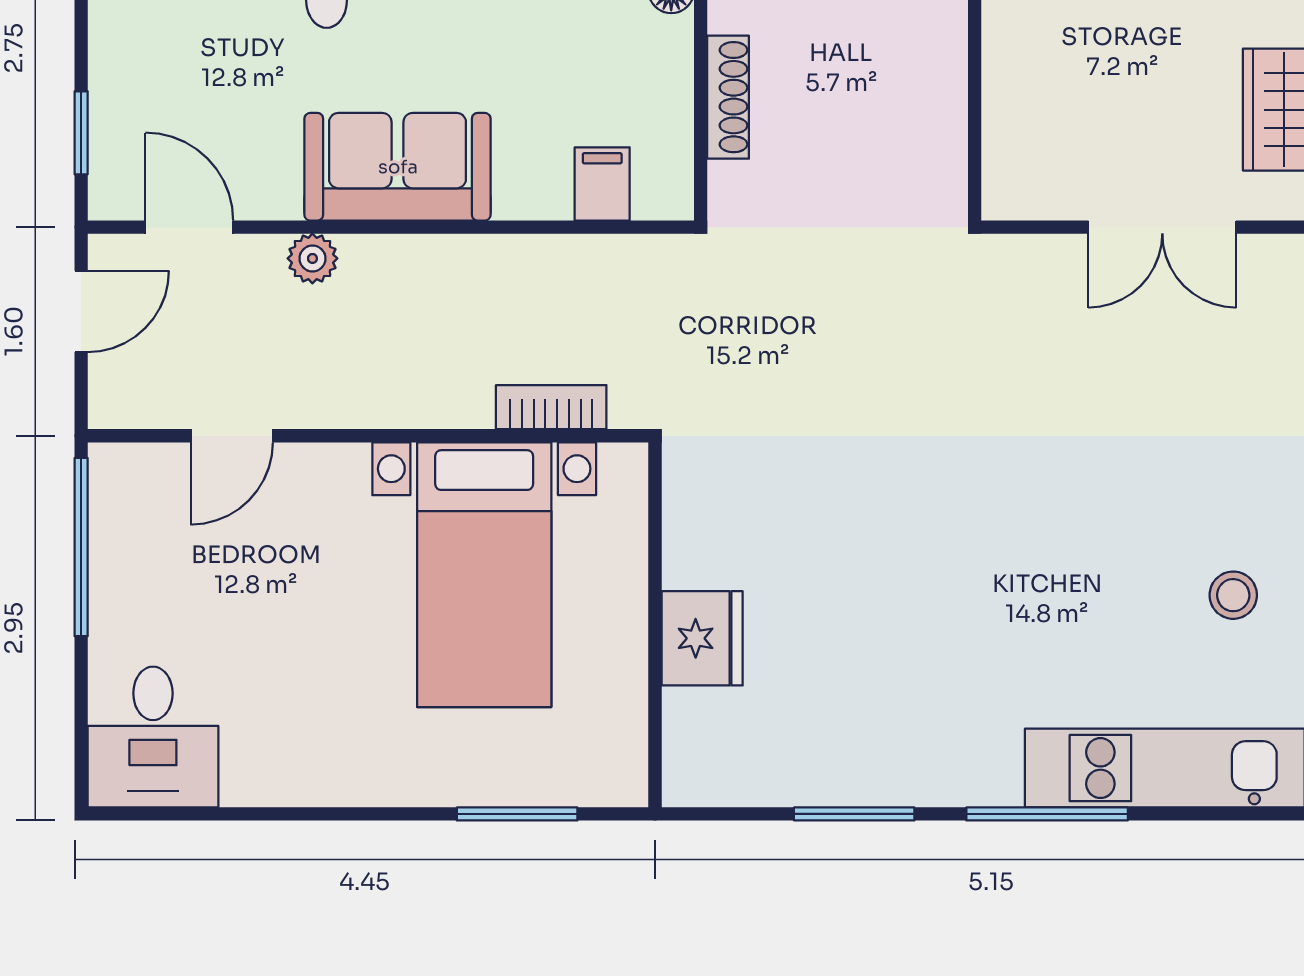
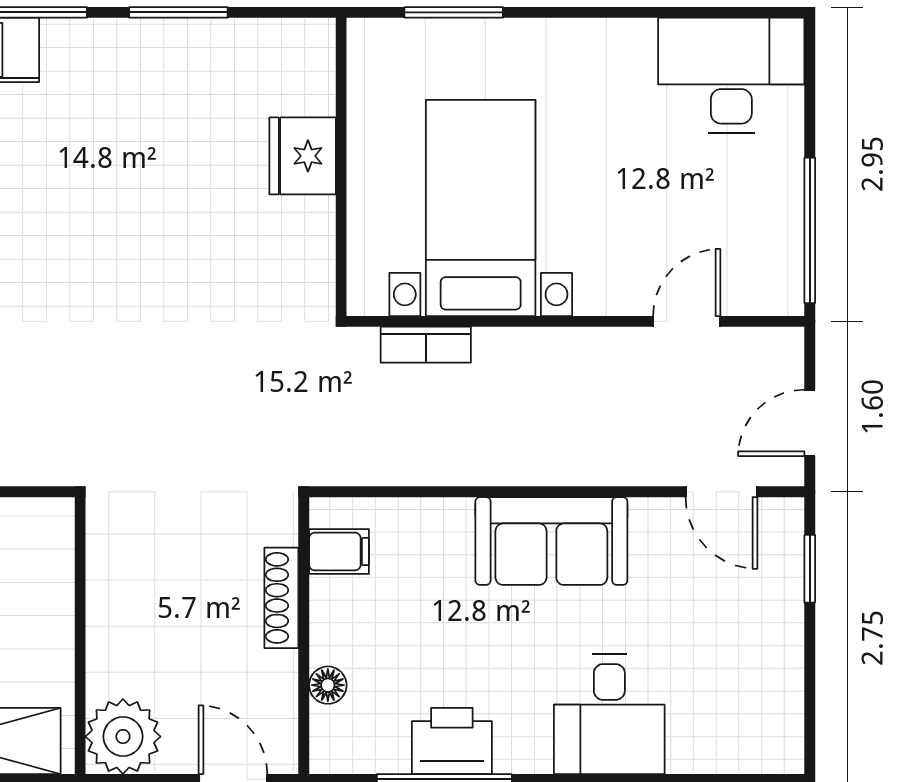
filing cabinet: (602, 184) -> (339, 551), moved, turned -90
plant: (312, 258) -> (621, 466), removed
desk: (153, 737) -> (731, 75), width x1.37

